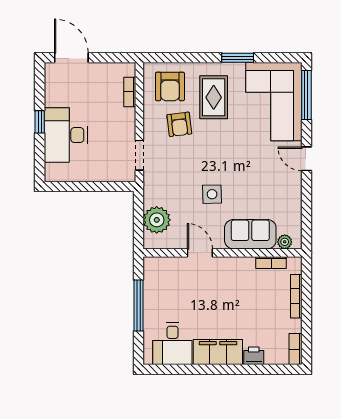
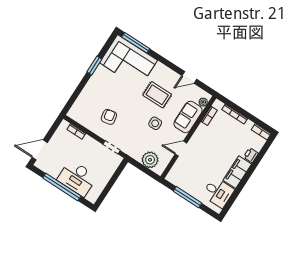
armchair: (170, 86) -> (87, 109), removed
rug: (214, 97) -> (157, 95), moved
window: (40, 122) -> (62, 187), width x3.17
armchair: (179, 124) -> (109, 117), turned -94
door: (306, 159) -> (189, 77), moved

